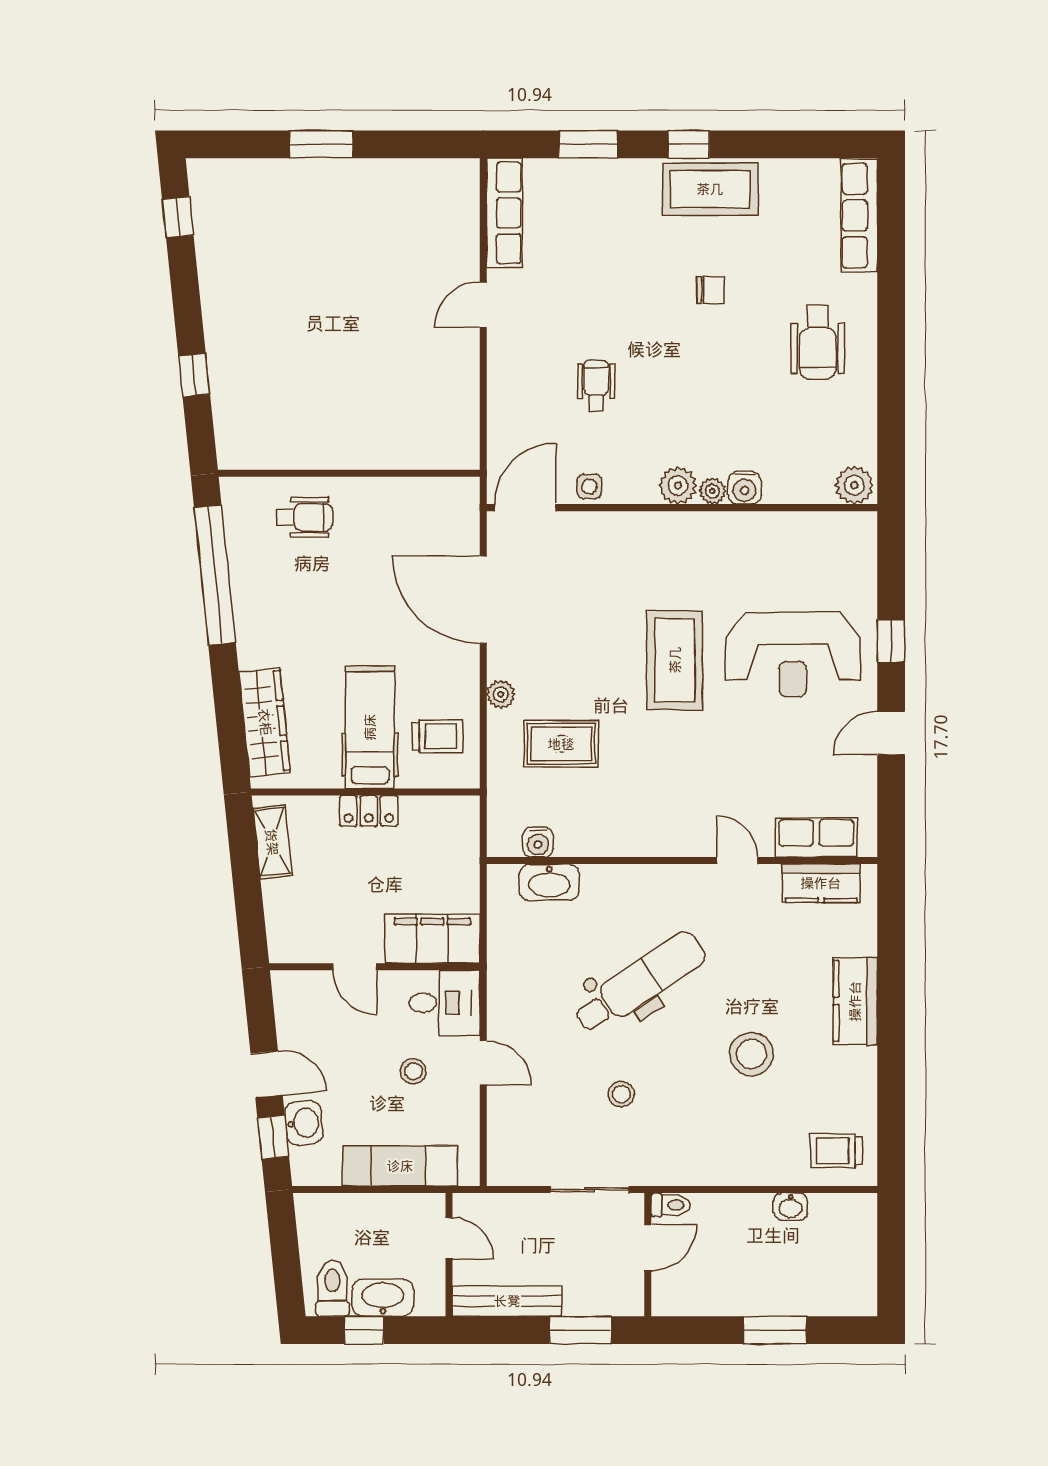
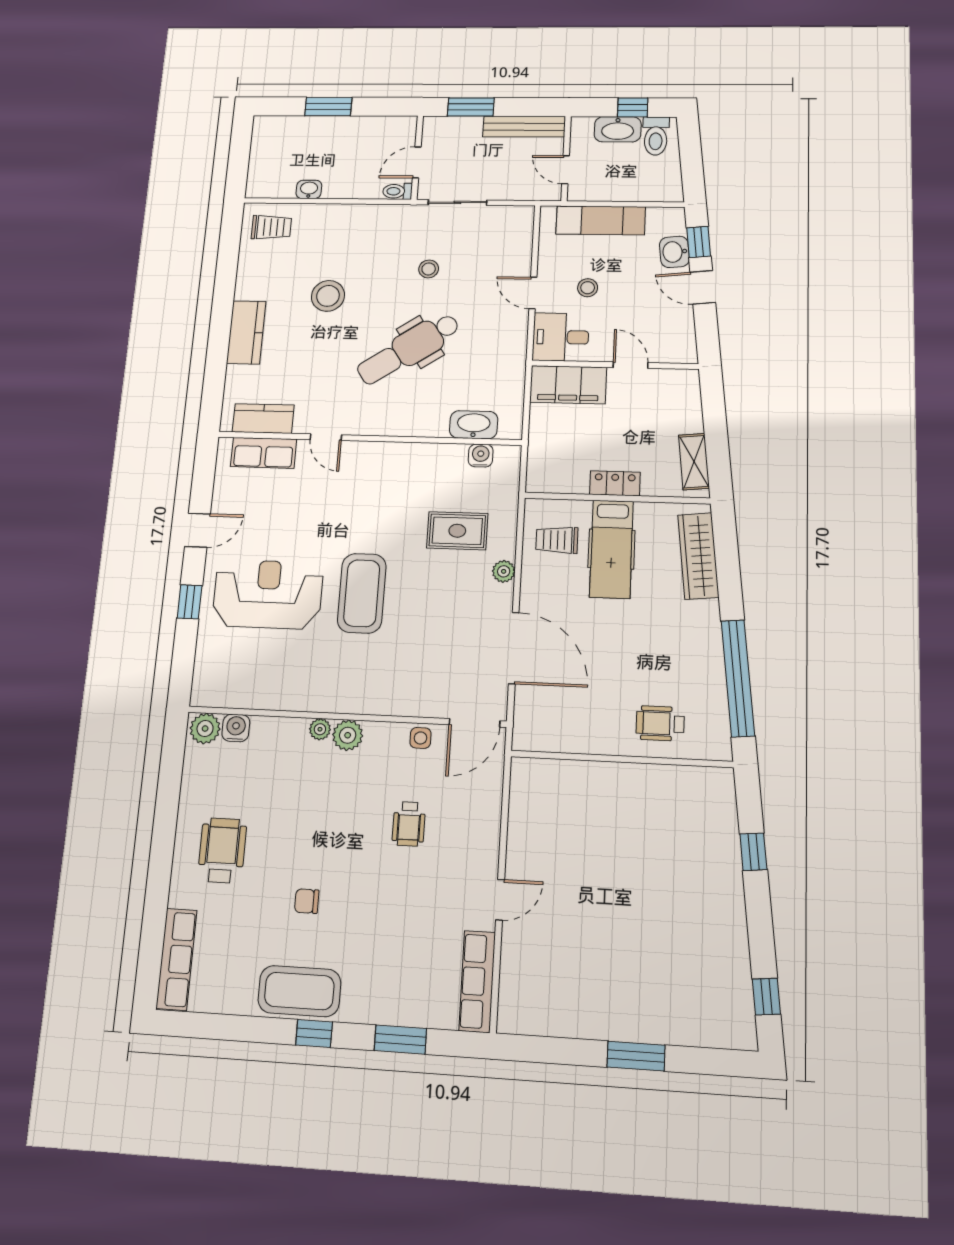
water cooler: (745, 488) -> (236, 728), moved

